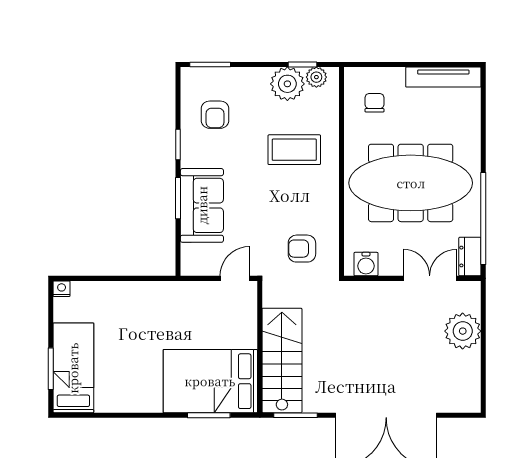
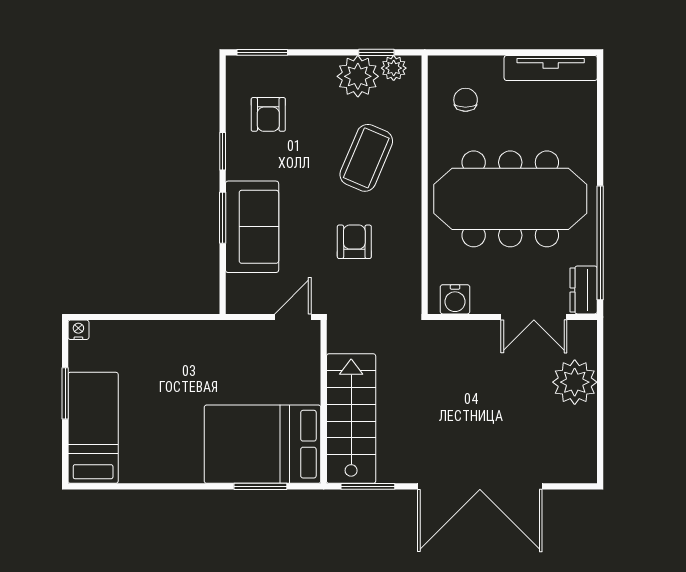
coffee table: (294, 150) -> (366, 158), turned -67
armchair: (302, 249) -> (354, 242), moved, turned 90
double door: (430, 278) -> (534, 317), swing flipped
window: (51, 369) -> (65, 393), moved

